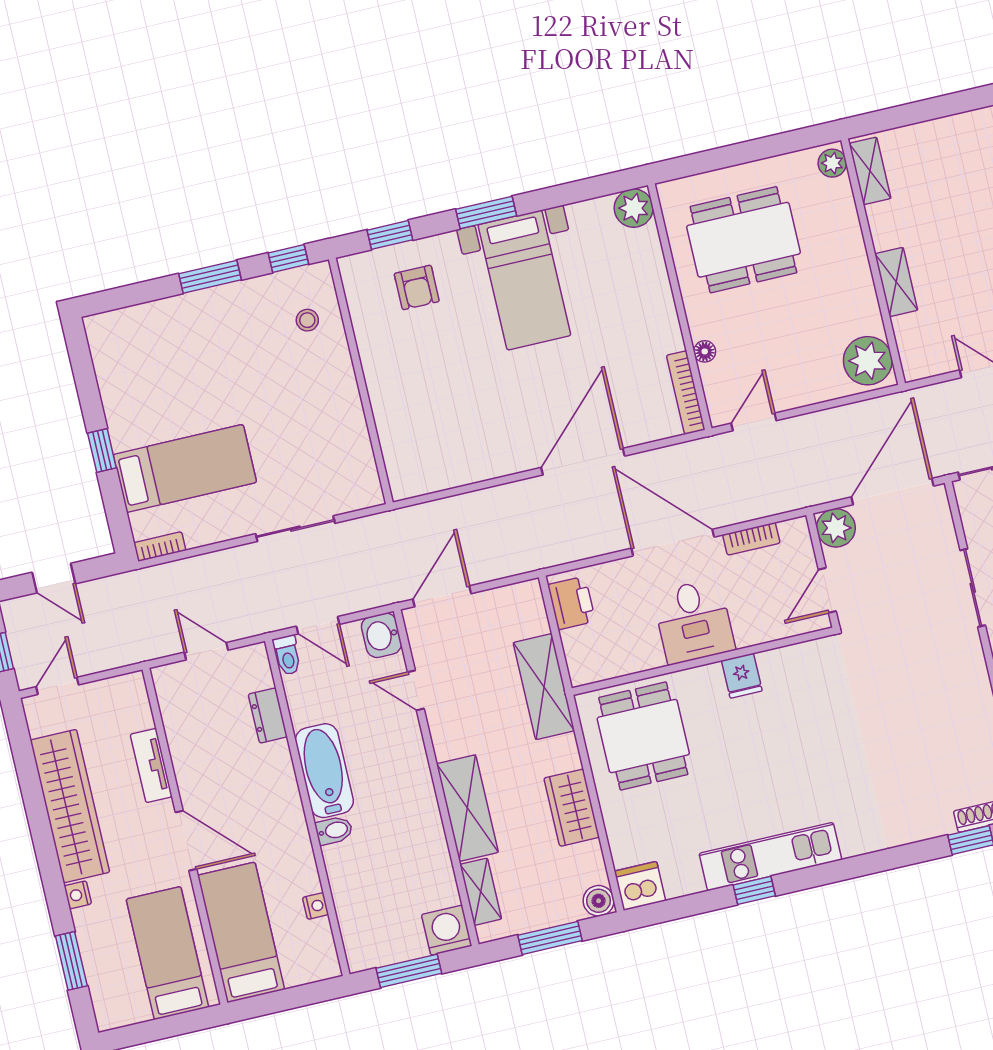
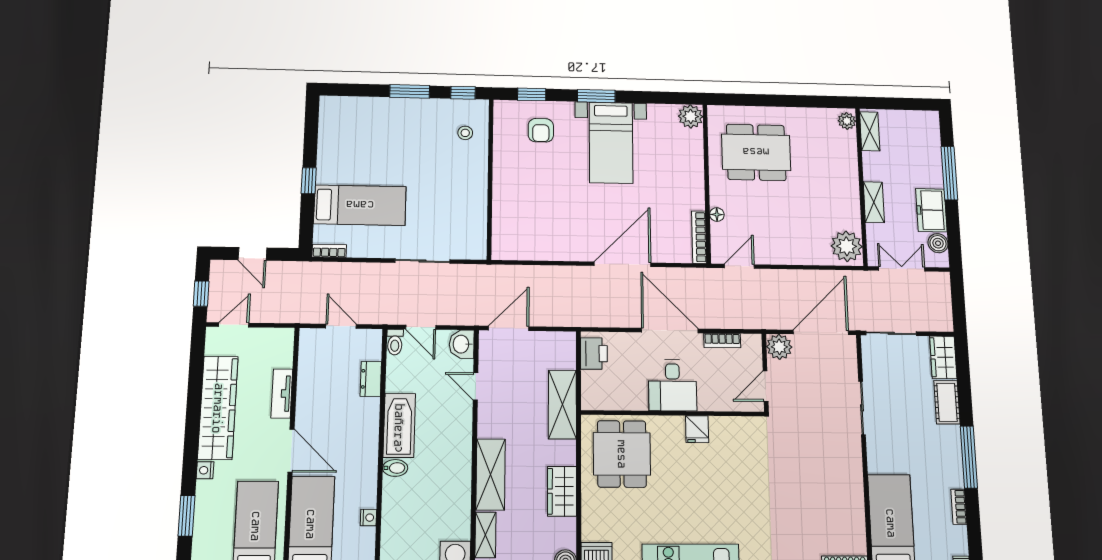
plant: (832, 163) -> (847, 121), moved
shelving: (870, 171) -> (870, 131), moved
wall: (873, 262) -> (861, 186), moved
shelving: (896, 282) -> (874, 202), moved
plant: (868, 361) -> (847, 246), moved

